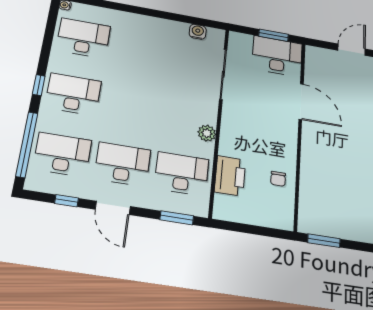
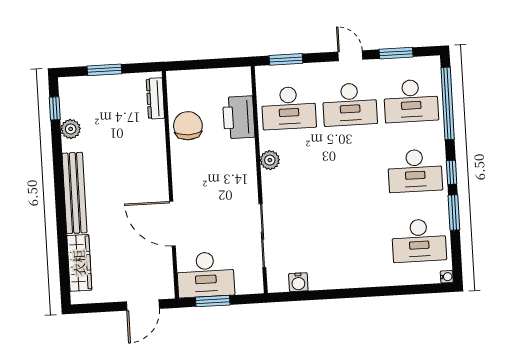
door: (352, 50) -> (143, 305), moved
window: (45, 52) -> (454, 213), added
chair: (278, 179) -> (188, 126), width x1.87, depth x1.87
window: (67, 201) -> (396, 53), width x1.50
door: (113, 208) -> (350, 56), width x0.73
dresser: (306, 209) -> (155, 98), added
window: (324, 241) -> (104, 70), moved

